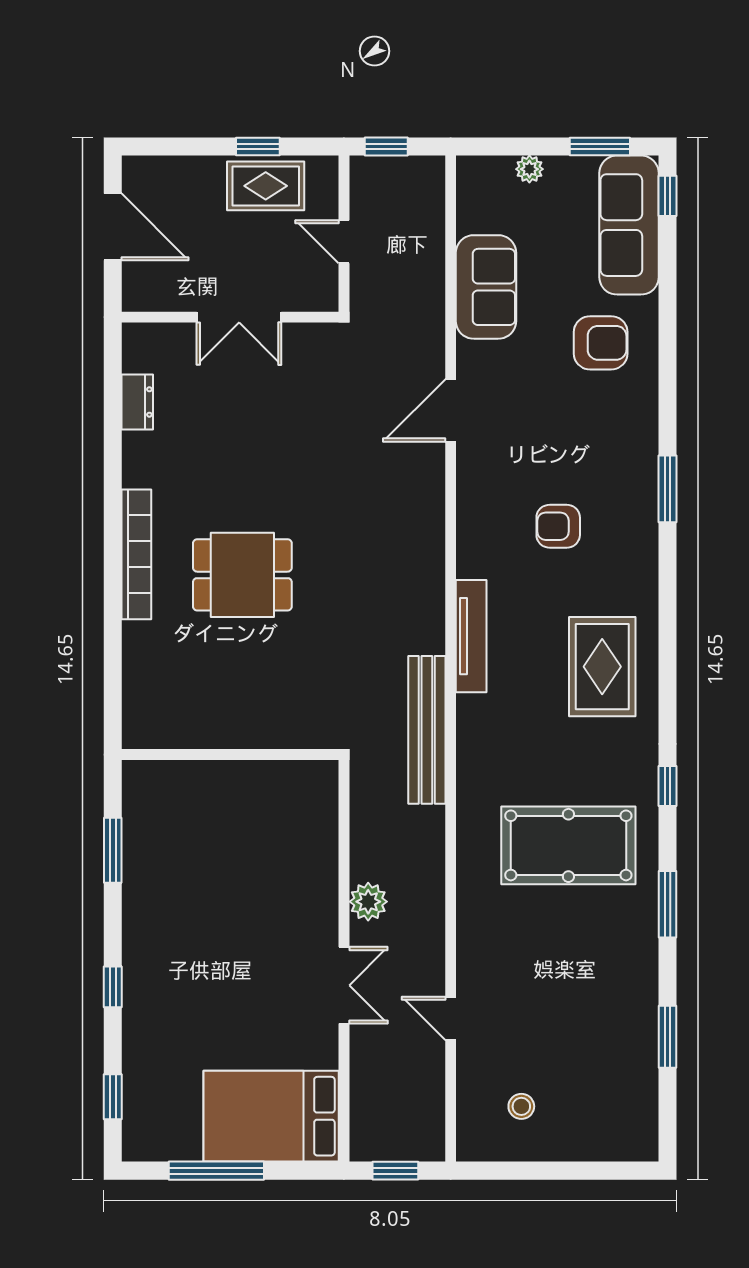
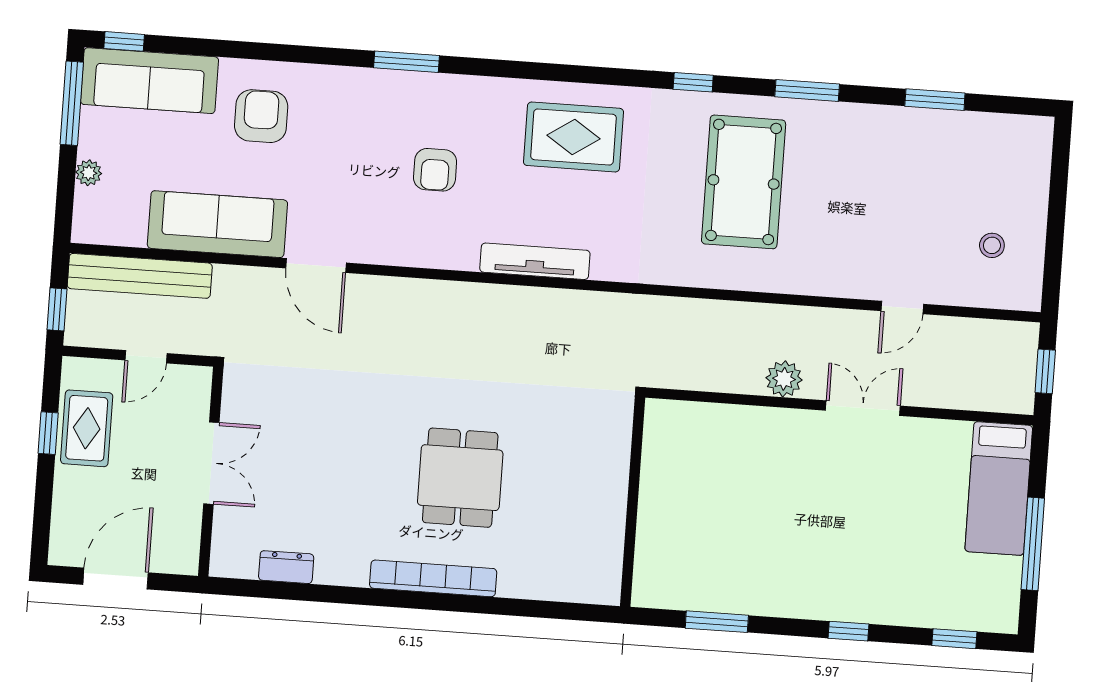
window: (600, 146) -> (72, 103), width x1.44
sofa: (486, 287) -> (217, 224), width x1.36
bench: (427, 730) -> (140, 276), moved
bed: (271, 1116) -> (999, 488), width x0.67

